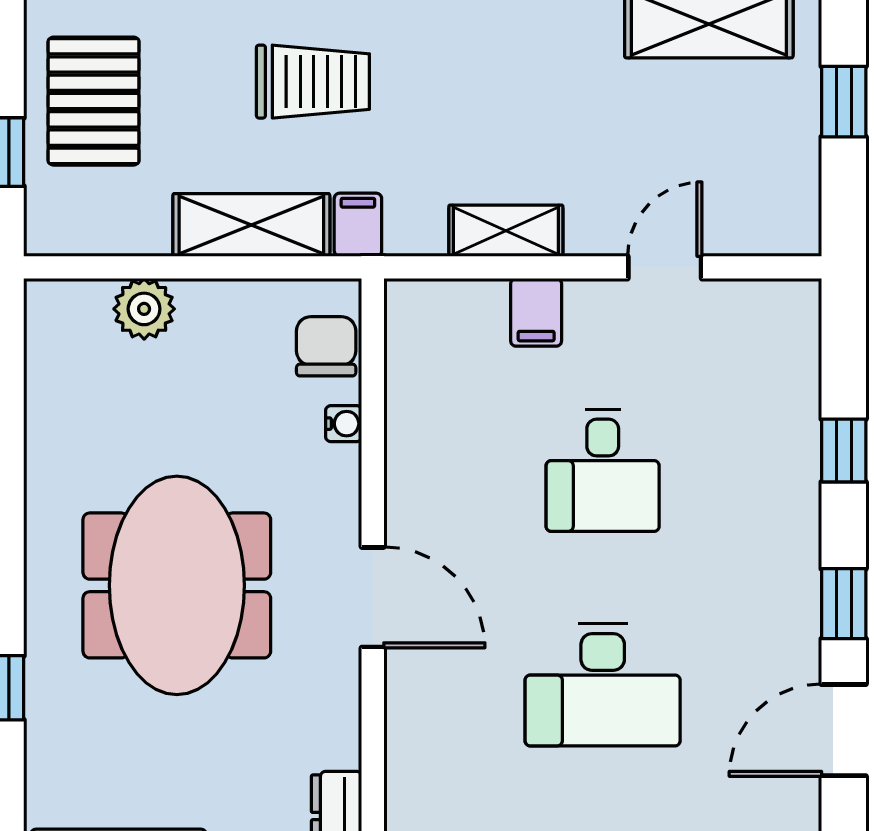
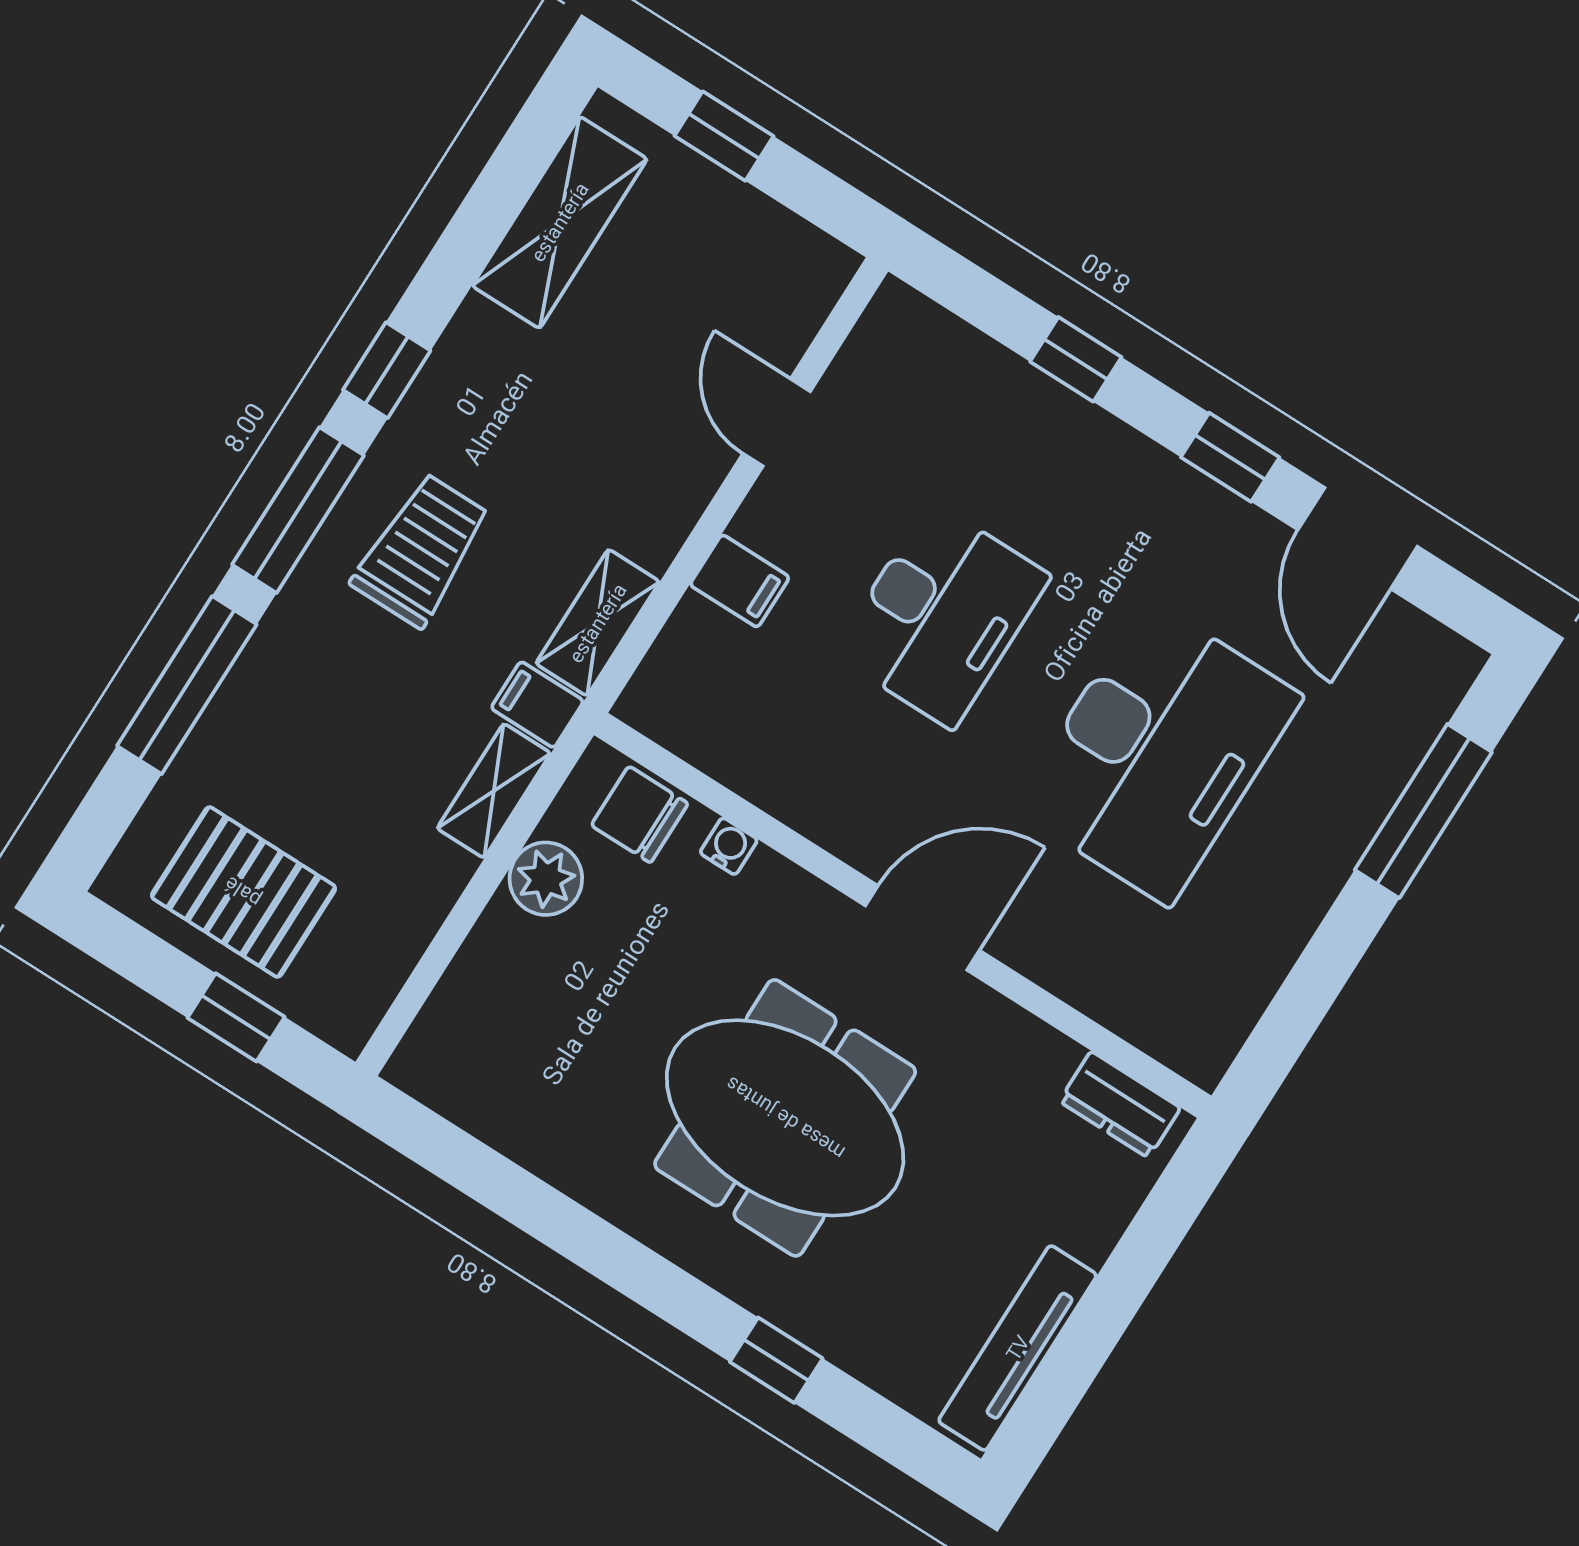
trolley: (313, 82) -> (421, 550), moved
shelving: (251, 225) -> (494, 791), width x0.67, depth x0.75
shelving: (506, 231) -> (598, 623), moved
plant: (144, 309) -> (546, 879), moved
desk: (603, 470) -> (942, 615), width x1.37
desk: (603, 685) -> (1158, 752), width x1.36, depth x1.30

